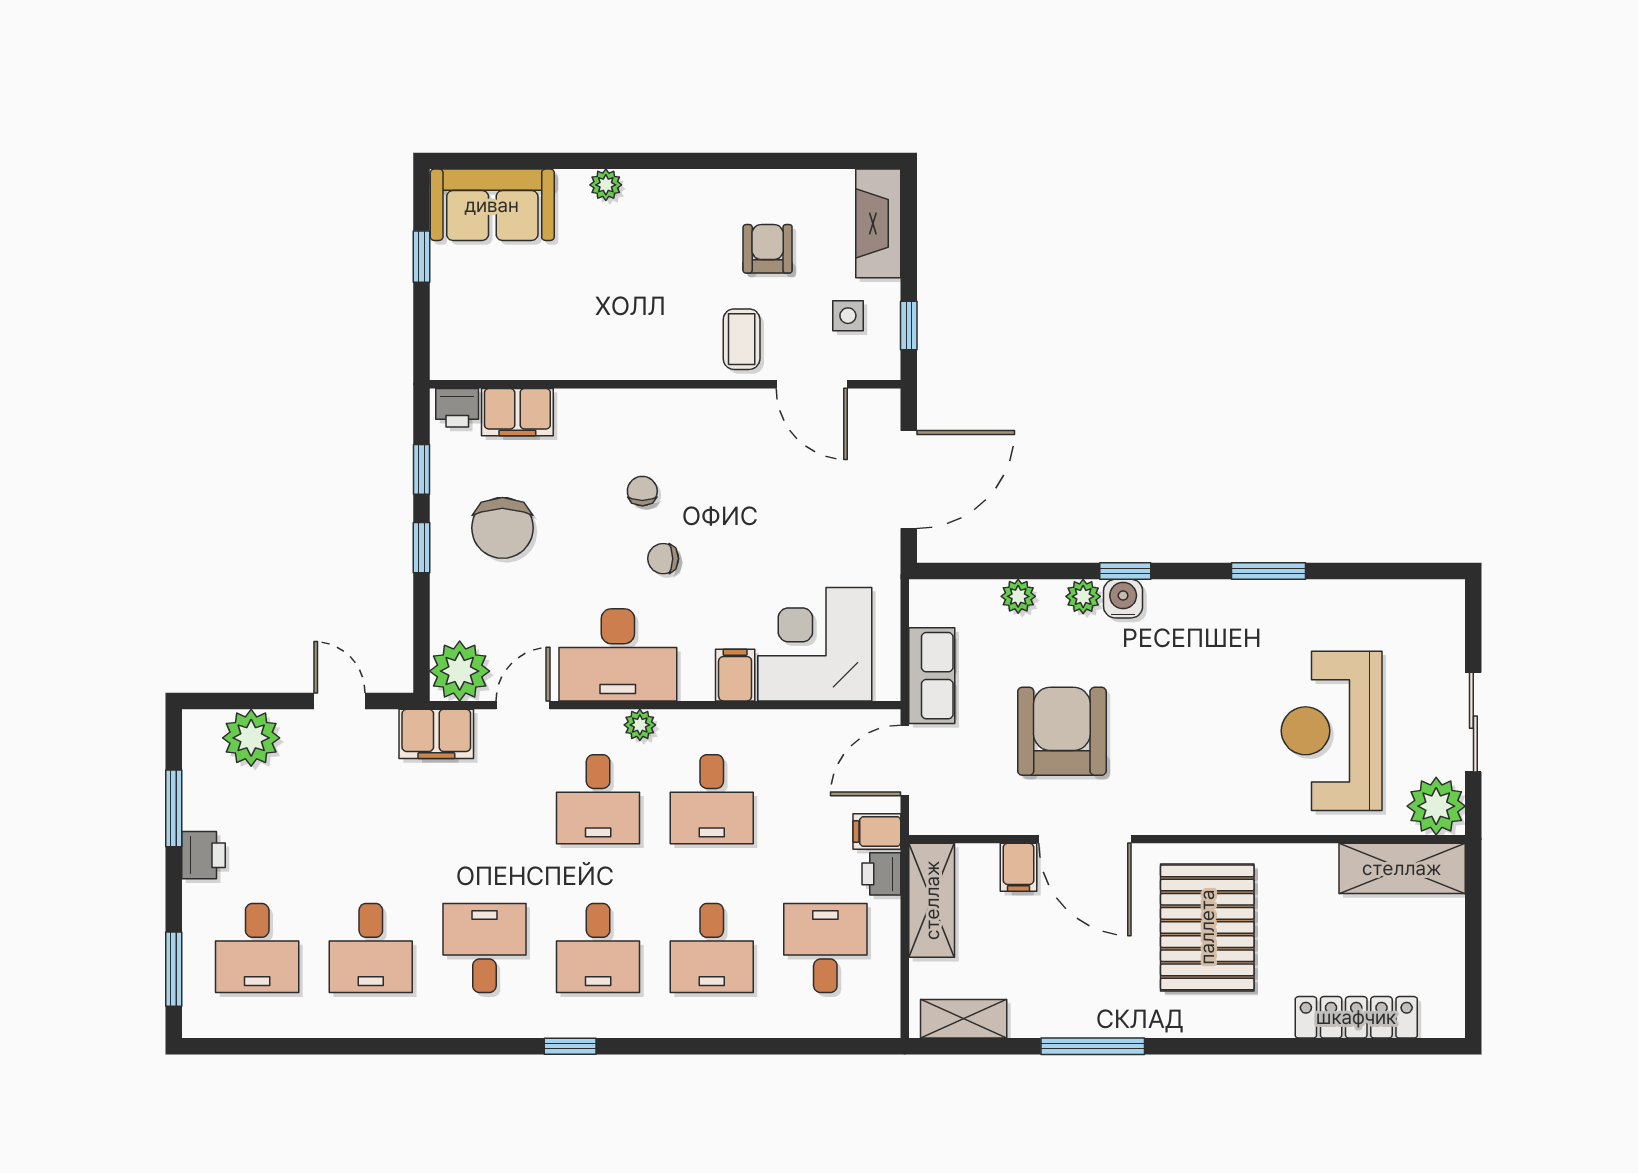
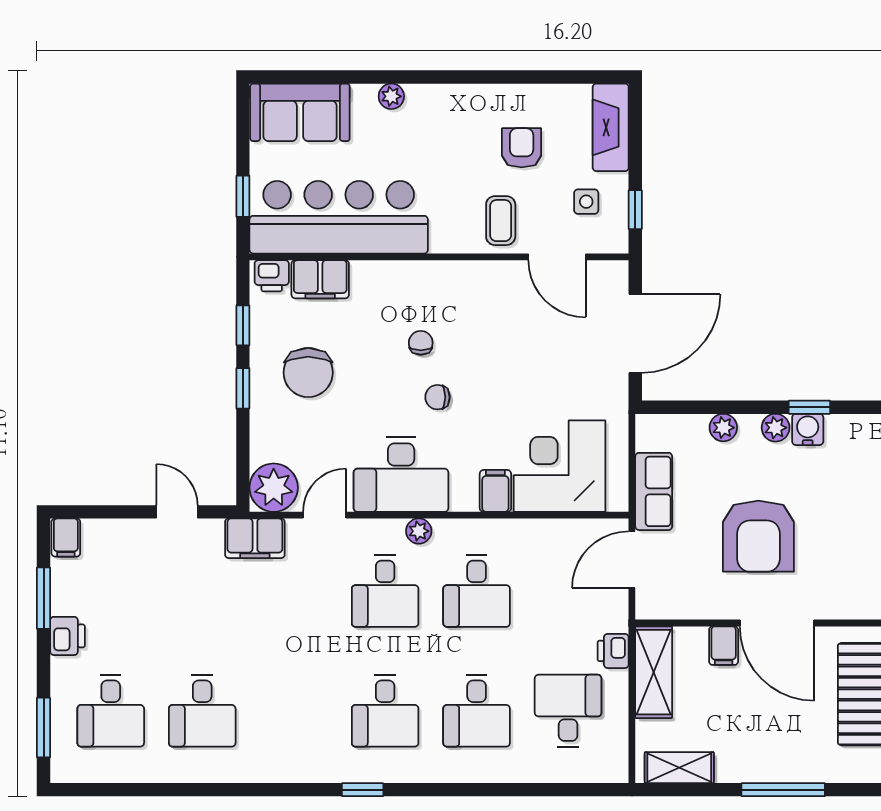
window: (421, 257) -> (243, 196), moved
bar counter: (540, 335) -> (339, 217), added
armchair: (1062, 731) -> (758, 536), turned 180
plant: (251, 738) -> (106, 541), removed
filing cabinet: (877, 831) -> (66, 538), moved, turned -90
desk: (484, 948) -> (294, 711), removed

